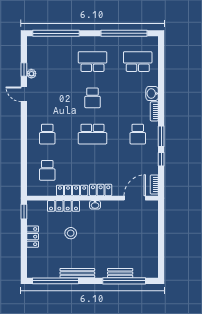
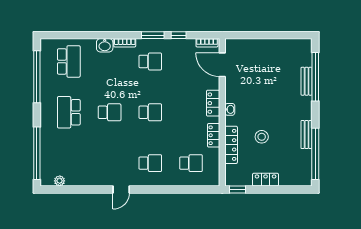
school desk: (138, 62) -> (69, 61), turned 180
window: (24, 69) -> (78, 189), removed
plant: (31, 74) -> (60, 181), moved
door: (24, 94) -> (121, 189), moved
school desk: (92, 134) -> (150, 112), width x0.54
locker: (72, 190) -> (214, 135), width x0.66
bench: (77, 273) -> (307, 135), width x0.73

